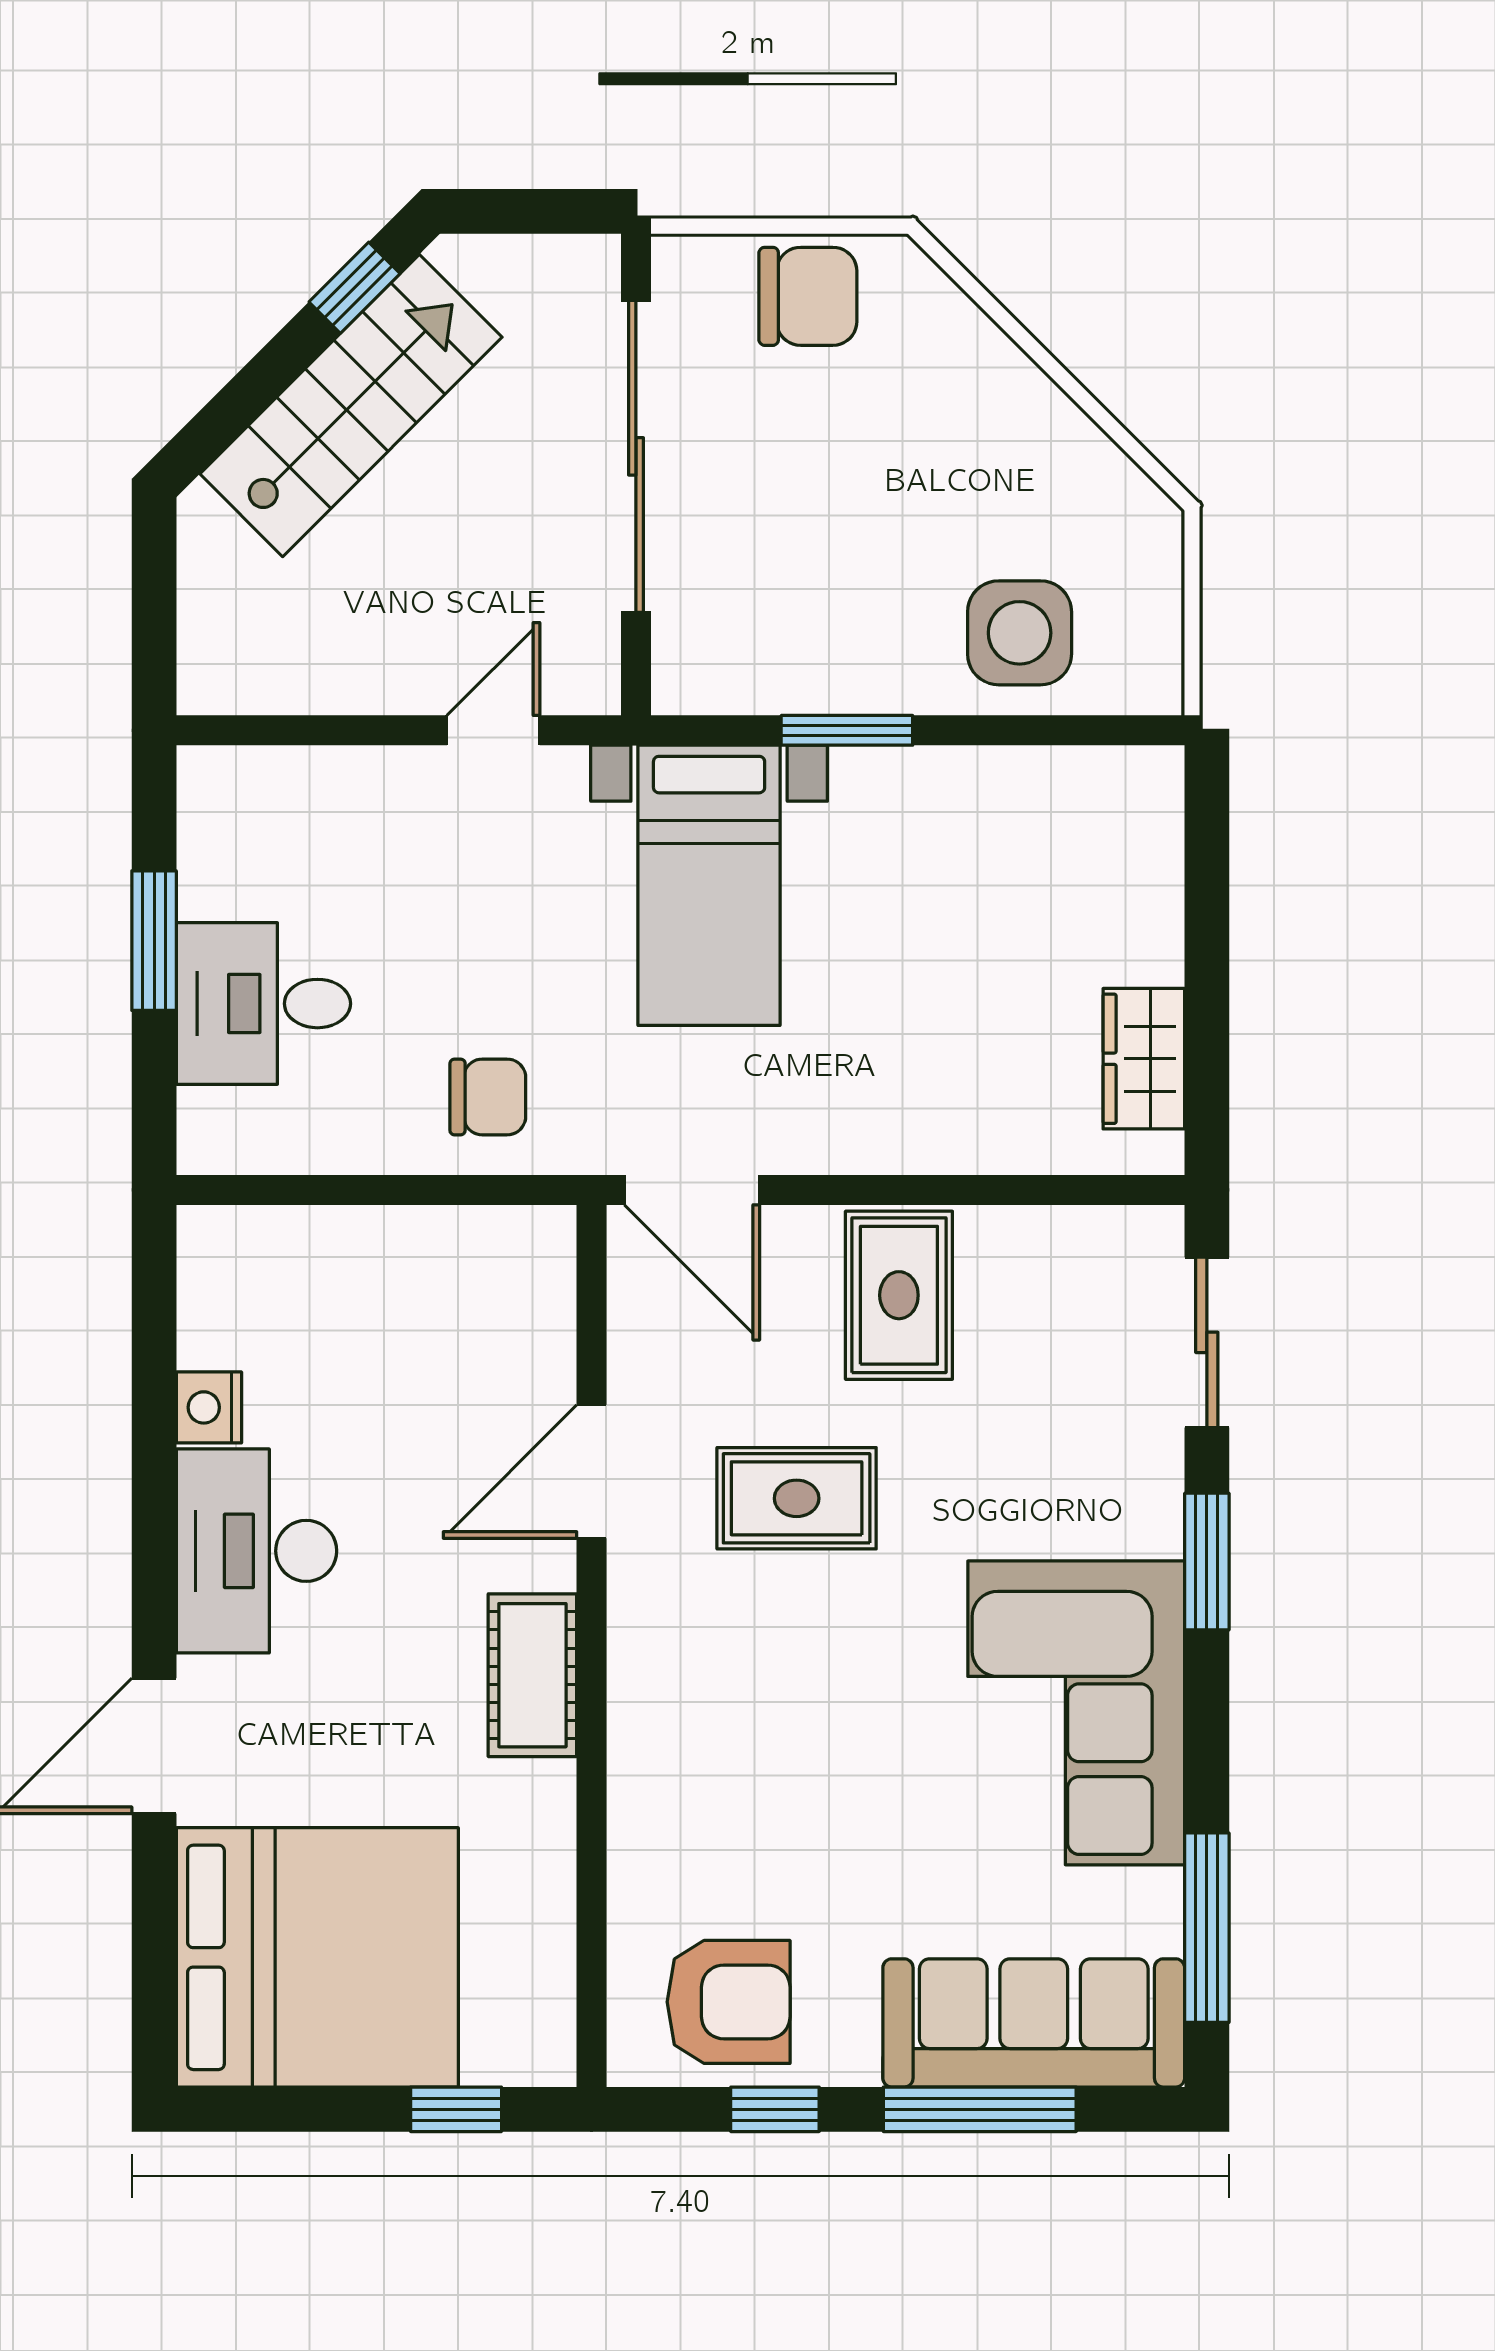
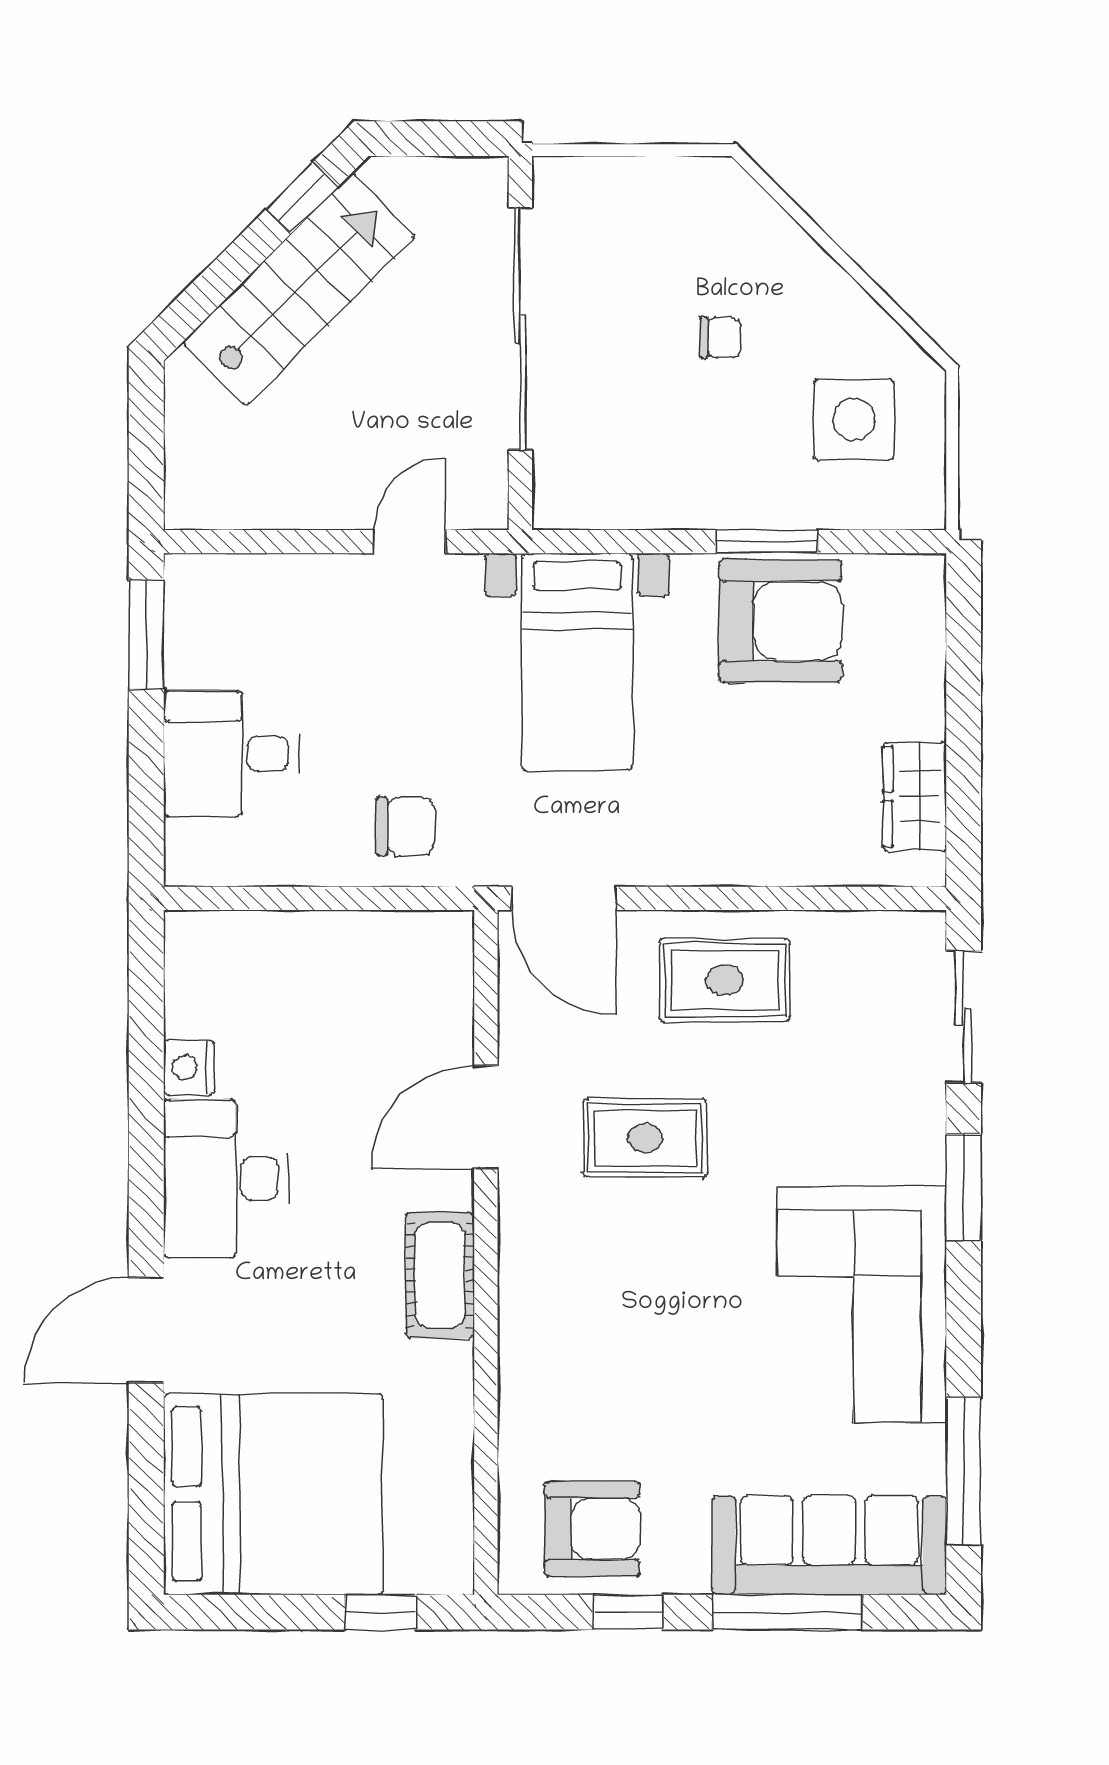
chair: (808, 296) -> (720, 338), moved, width x0.54, depth x0.54
side table: (1020, 633) -> (854, 419), moved
window: (847, 730) -> (766, 542), moved
armchair: (971, 833) -> (780, 621), added
window: (154, 941) -> (146, 634), moved
rug: (899, 1295) -> (725, 980), turned 90

